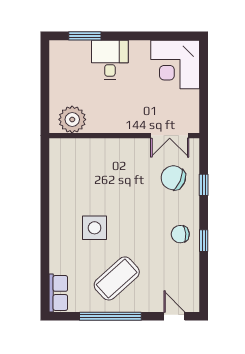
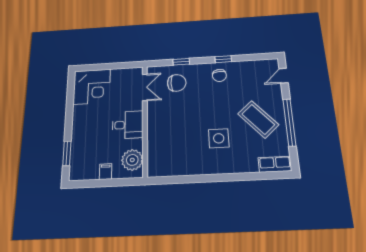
desk: (110, 60) -> (128, 125), moved, turned 180
filing cabinet: (59, 86) -> (106, 172), added
chair: (173, 178) -> (177, 83), turned -113

